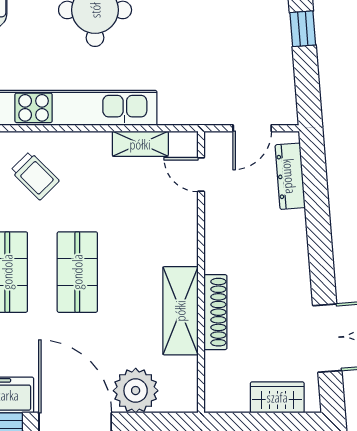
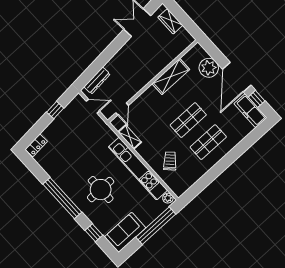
window: (303, 29) -> (55, 110), moved
shoe rack: (215, 312) -> (161, 65), removed

